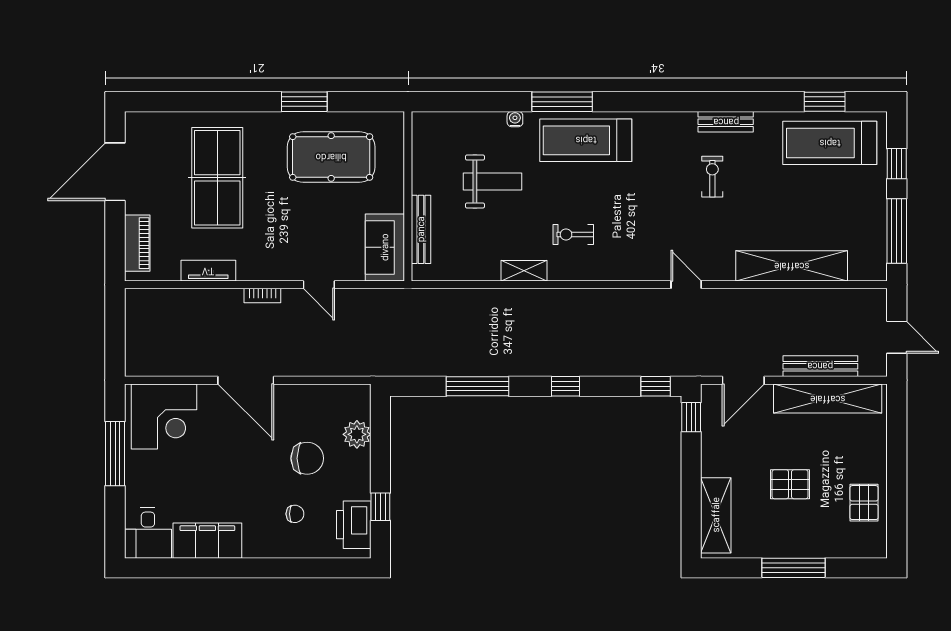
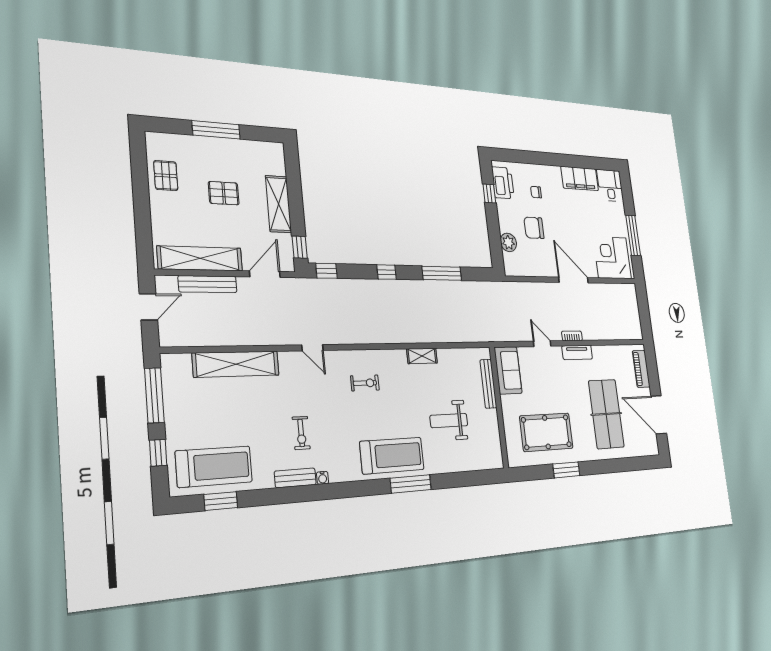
water cooler: (515, 119) -> (323, 478), moved
door: (115, 172) -> (659, 415), swing flipped
exercise bike: (573, 235) -> (365, 383), moved
tv unit: (208, 271) -> (577, 352), moved
door: (897, 337) -> (148, 307), swing flipped
shelving: (716, 515) -> (279, 204), moved

